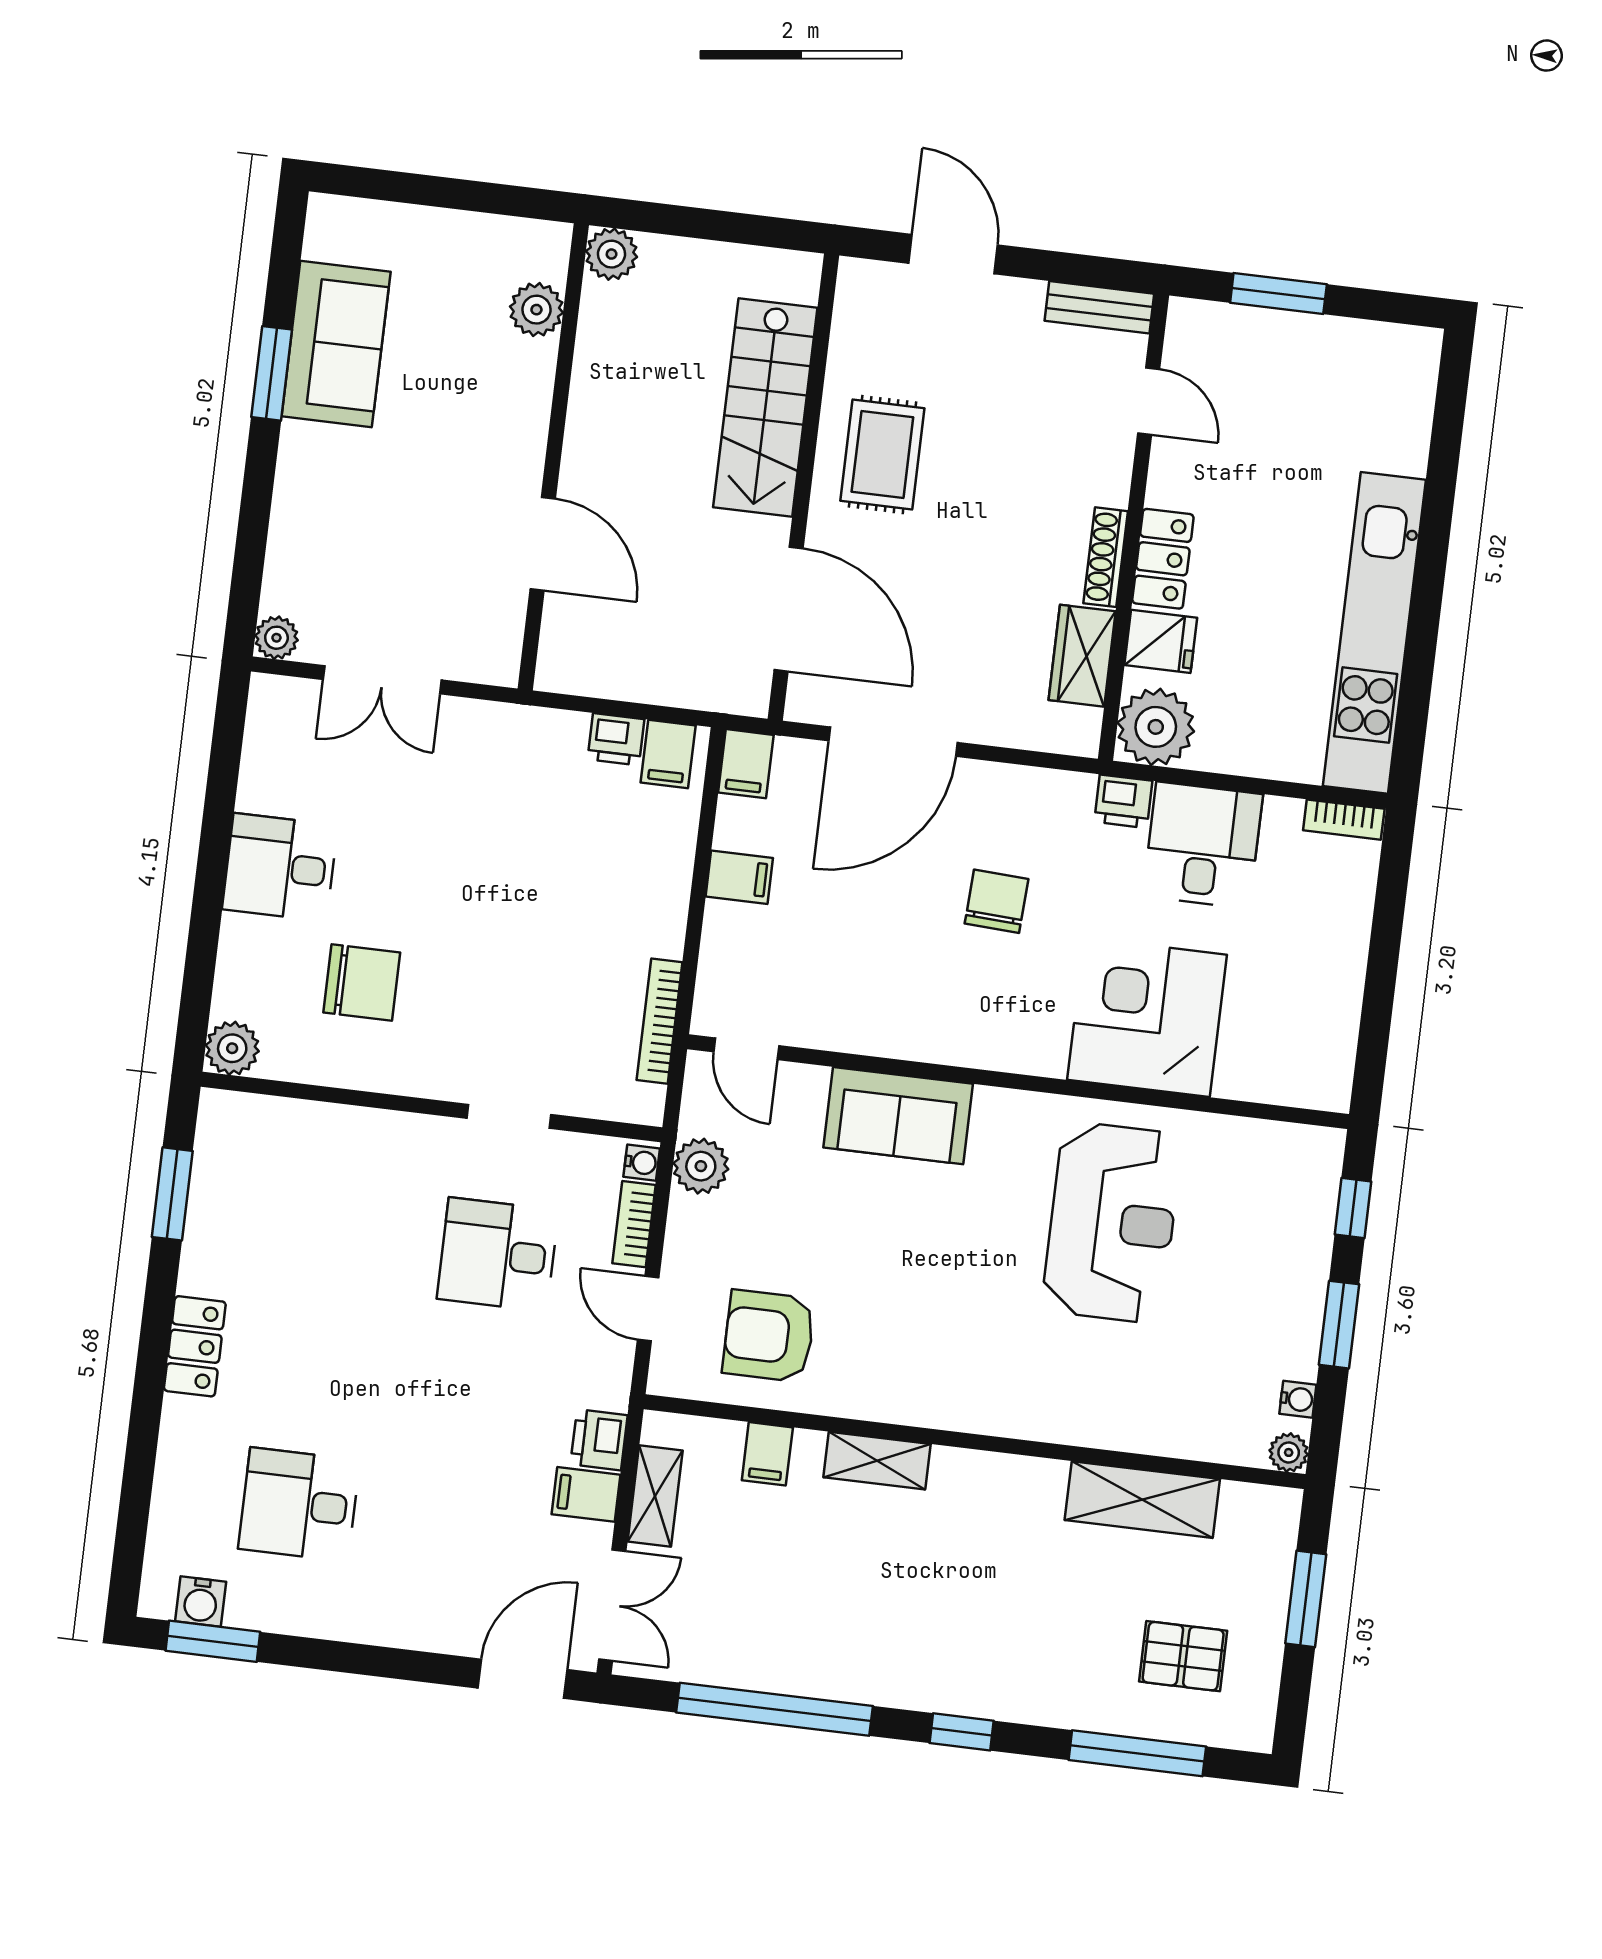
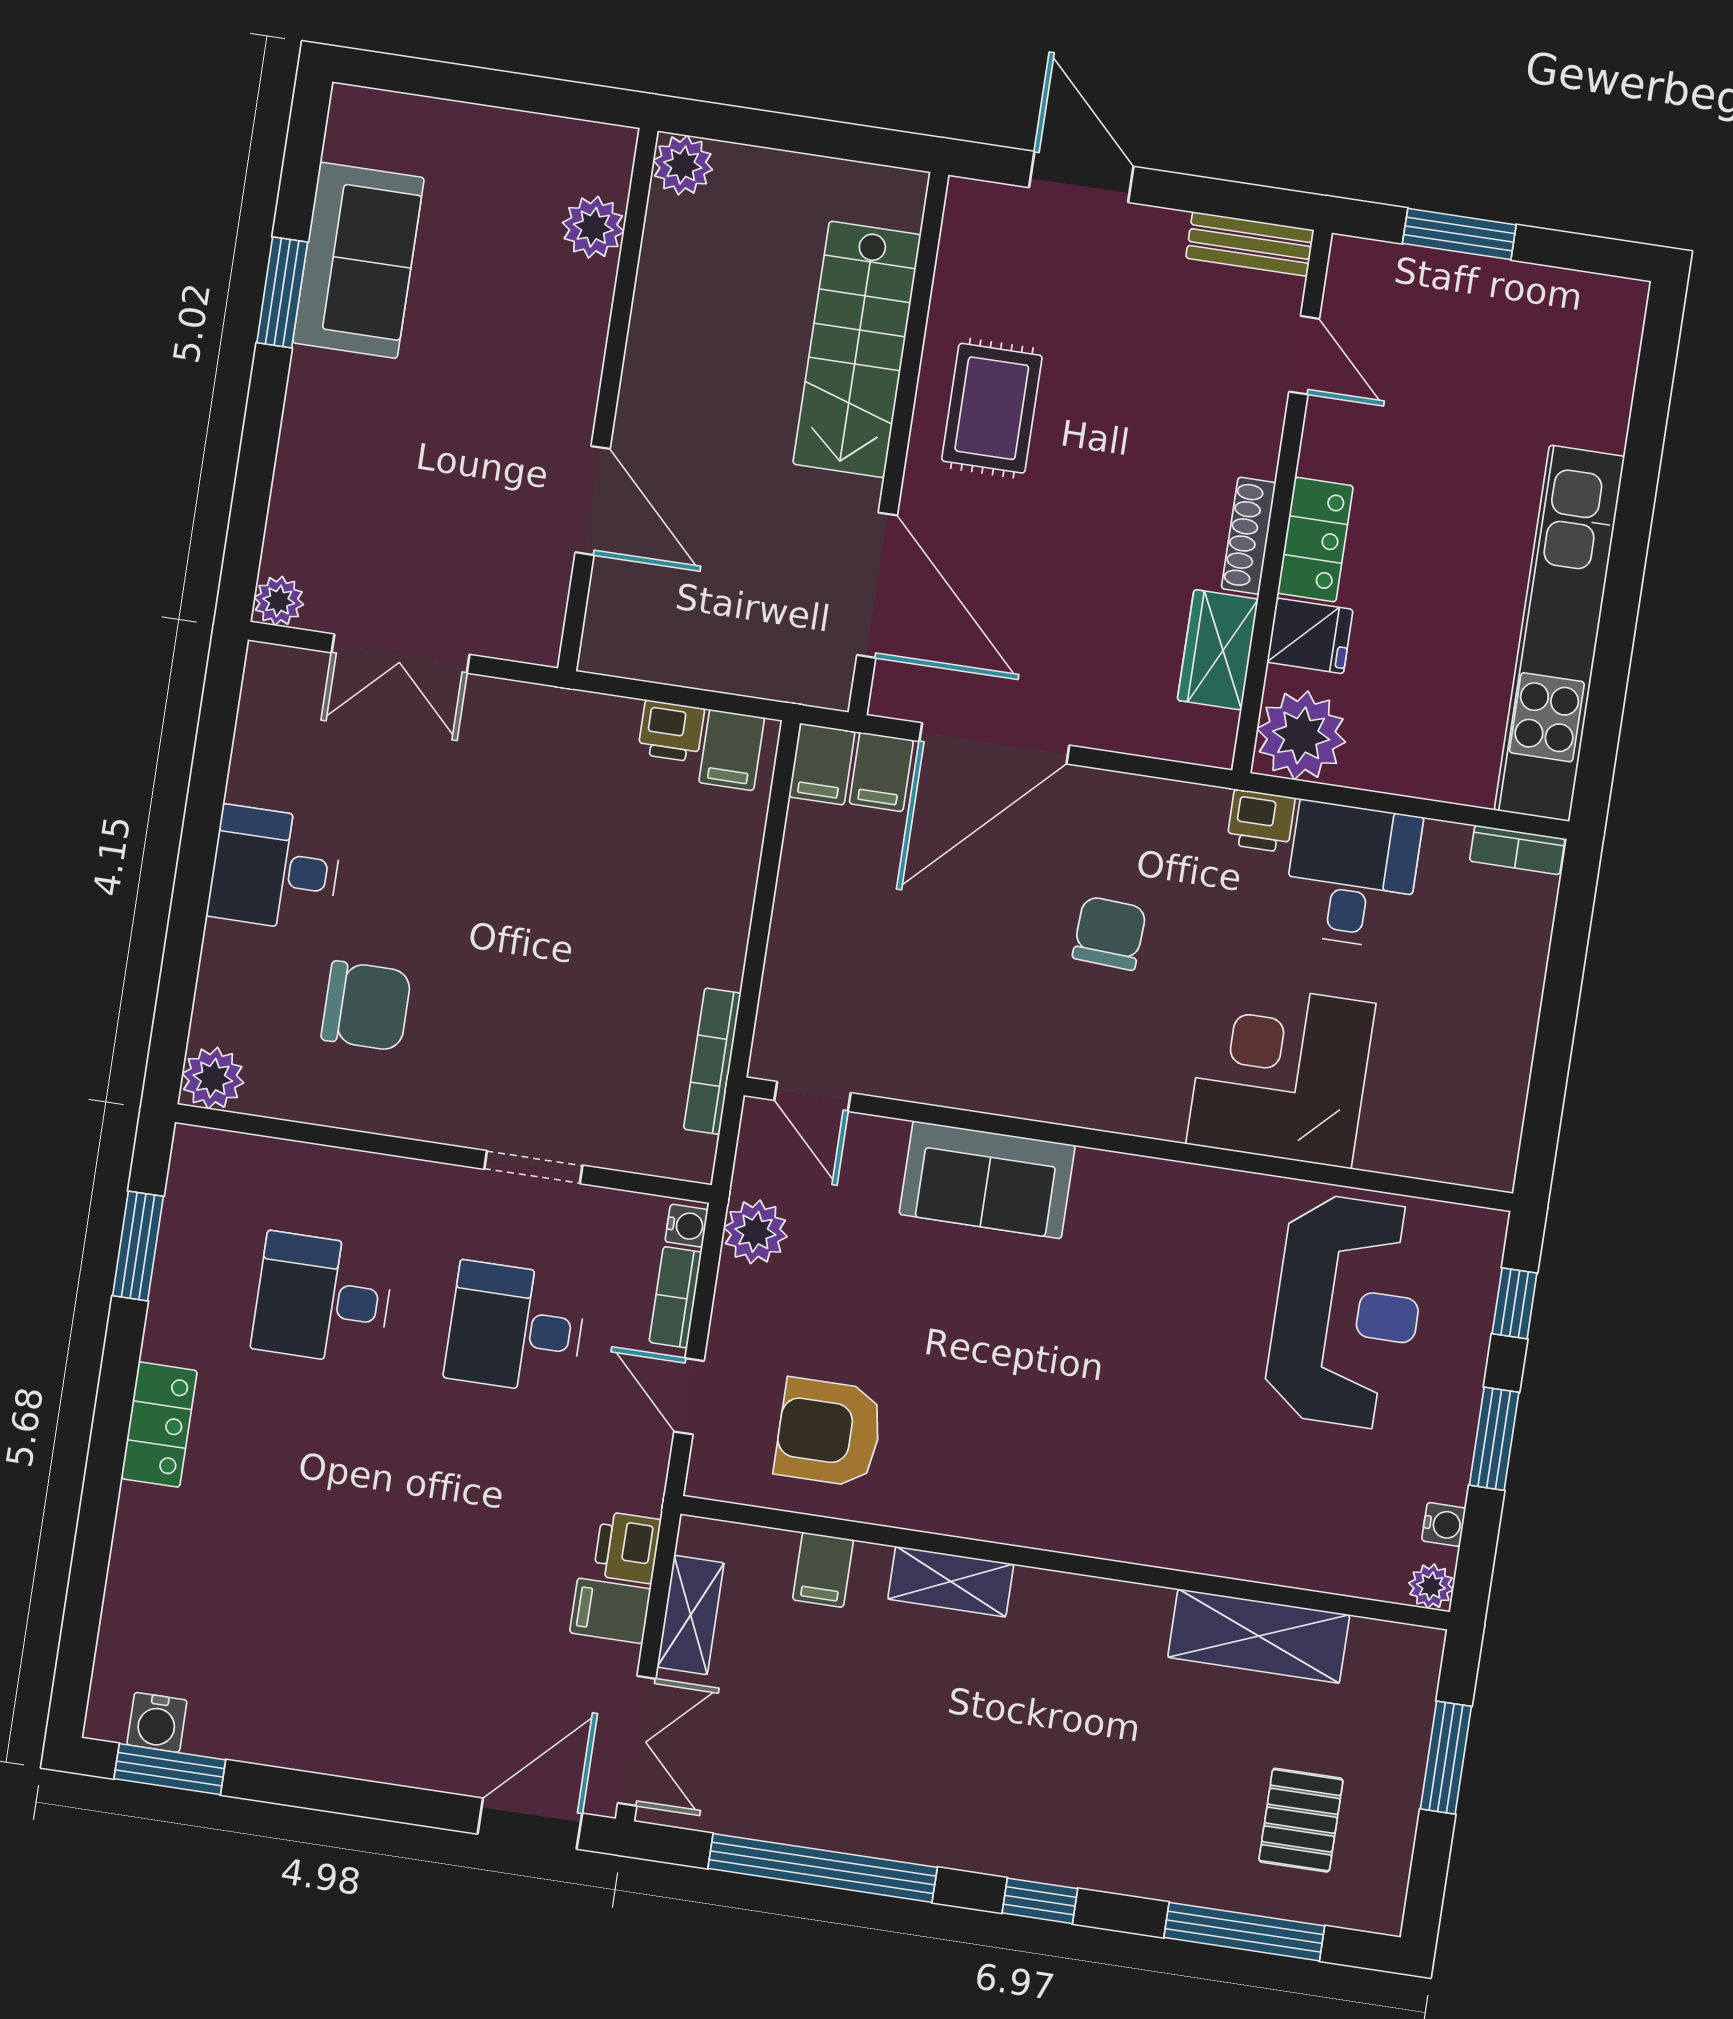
filing cabinet: (739, 877) -> (881, 772), moved, turned 90
reception desk: (1112, 1222) -> (1347, 1312), moved
desk: (299, 1505) -> (323, 1299), moved
pallet: (1183, 1656) -> (1301, 1820), turned 90

